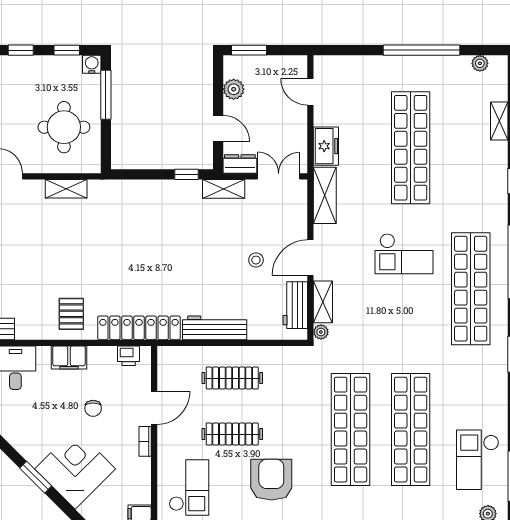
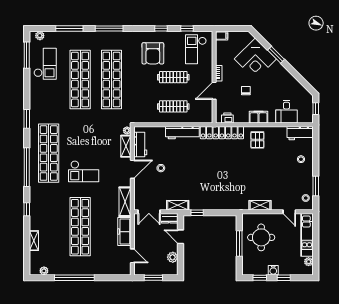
window: (249, 50) -> (153, 278), moved
water cooler: (92, 64) -> (273, 270), moved
window: (106, 95) -> (239, 244), moved
freezer: (326, 146) -> (124, 232), width x1.40
checkout: (404, 254) -> (84, 171), turned 180

